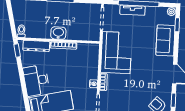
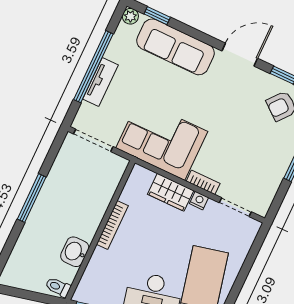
washbasin: (58, 33) -> (75, 252), moved
sofa: (165, 40) -> (176, 47), width x1.36
dresser: (36, 46) -> (94, 272), removed
wardrobe: (92, 68) -> (171, 192), added

